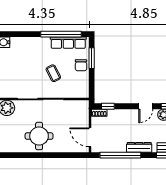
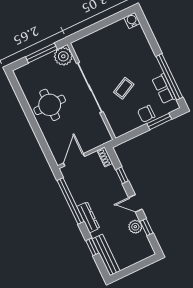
row of seats: (68, 43) -> (164, 89), width x0.68
window: (108, 106) -> (122, 175), moved

